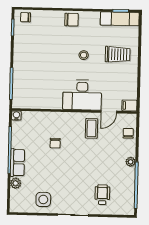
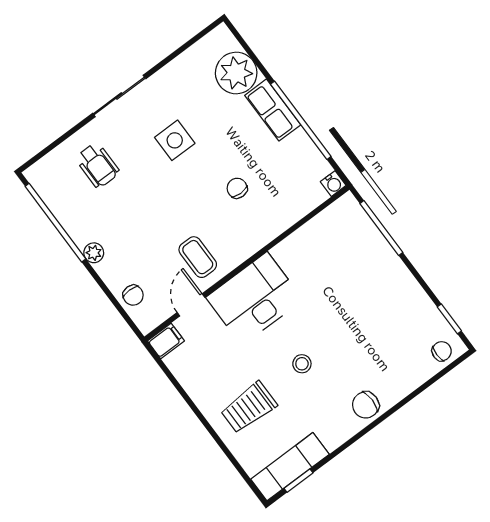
plant: (16, 183) -> (236, 73), width x1.87, depth x1.87
side table: (43, 199) -> (175, 140), moved

